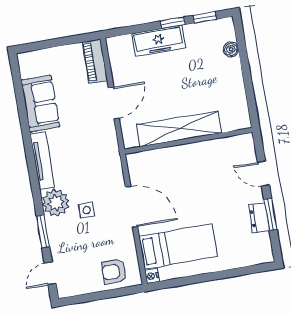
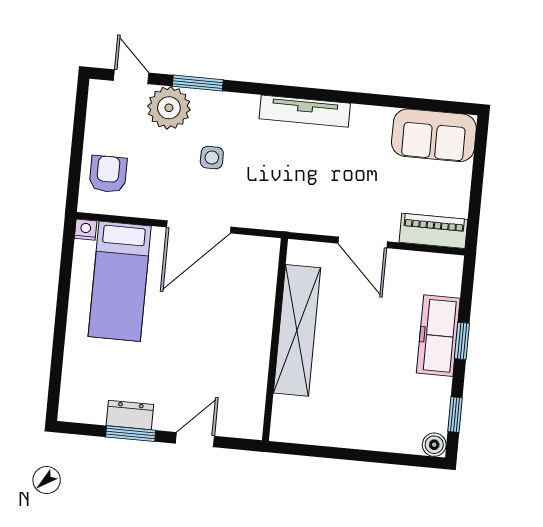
window: (173, 23) -> (462, 341), moved
boiler: (231, 49) -> (434, 445), moved
sofa: (40, 104) -> (434, 135), moved
plant: (56, 203) -> (169, 108), moved

